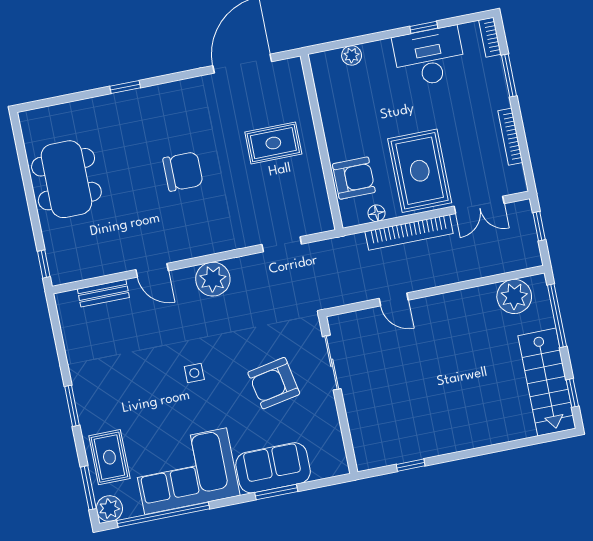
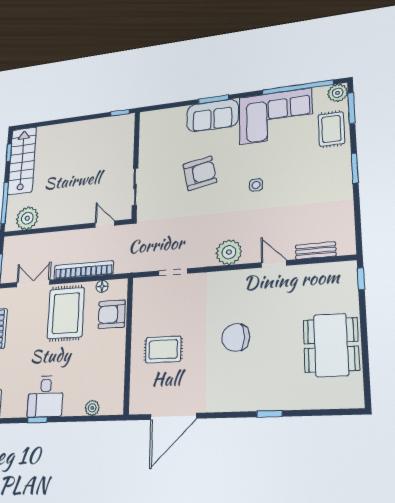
desk: (429, 57) -> (45, 396), width x0.73
sliding door: (332, 363) -> (135, 187), moved
wall: (338, 395) -> (136, 164), moved

